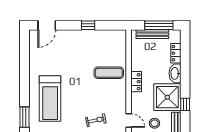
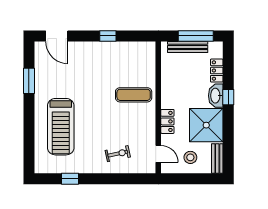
door: (47, 25) -> (57, 36), hinge flipped
locker: (136, 82) -> (167, 121), moved
window: (185, 104) -> (228, 97), moved
window: (24, 117) -> (29, 81), moved

